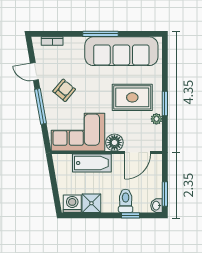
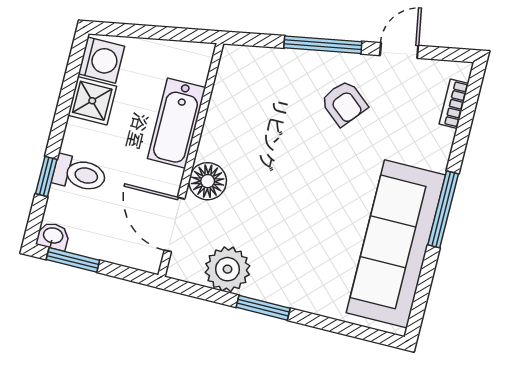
rug: (132, 97) -> (293, 242), removed
plant: (156, 119) -> (227, 269), width x1.87, depth x1.87
corner sofa: (78, 132) -> (249, 110), removed

